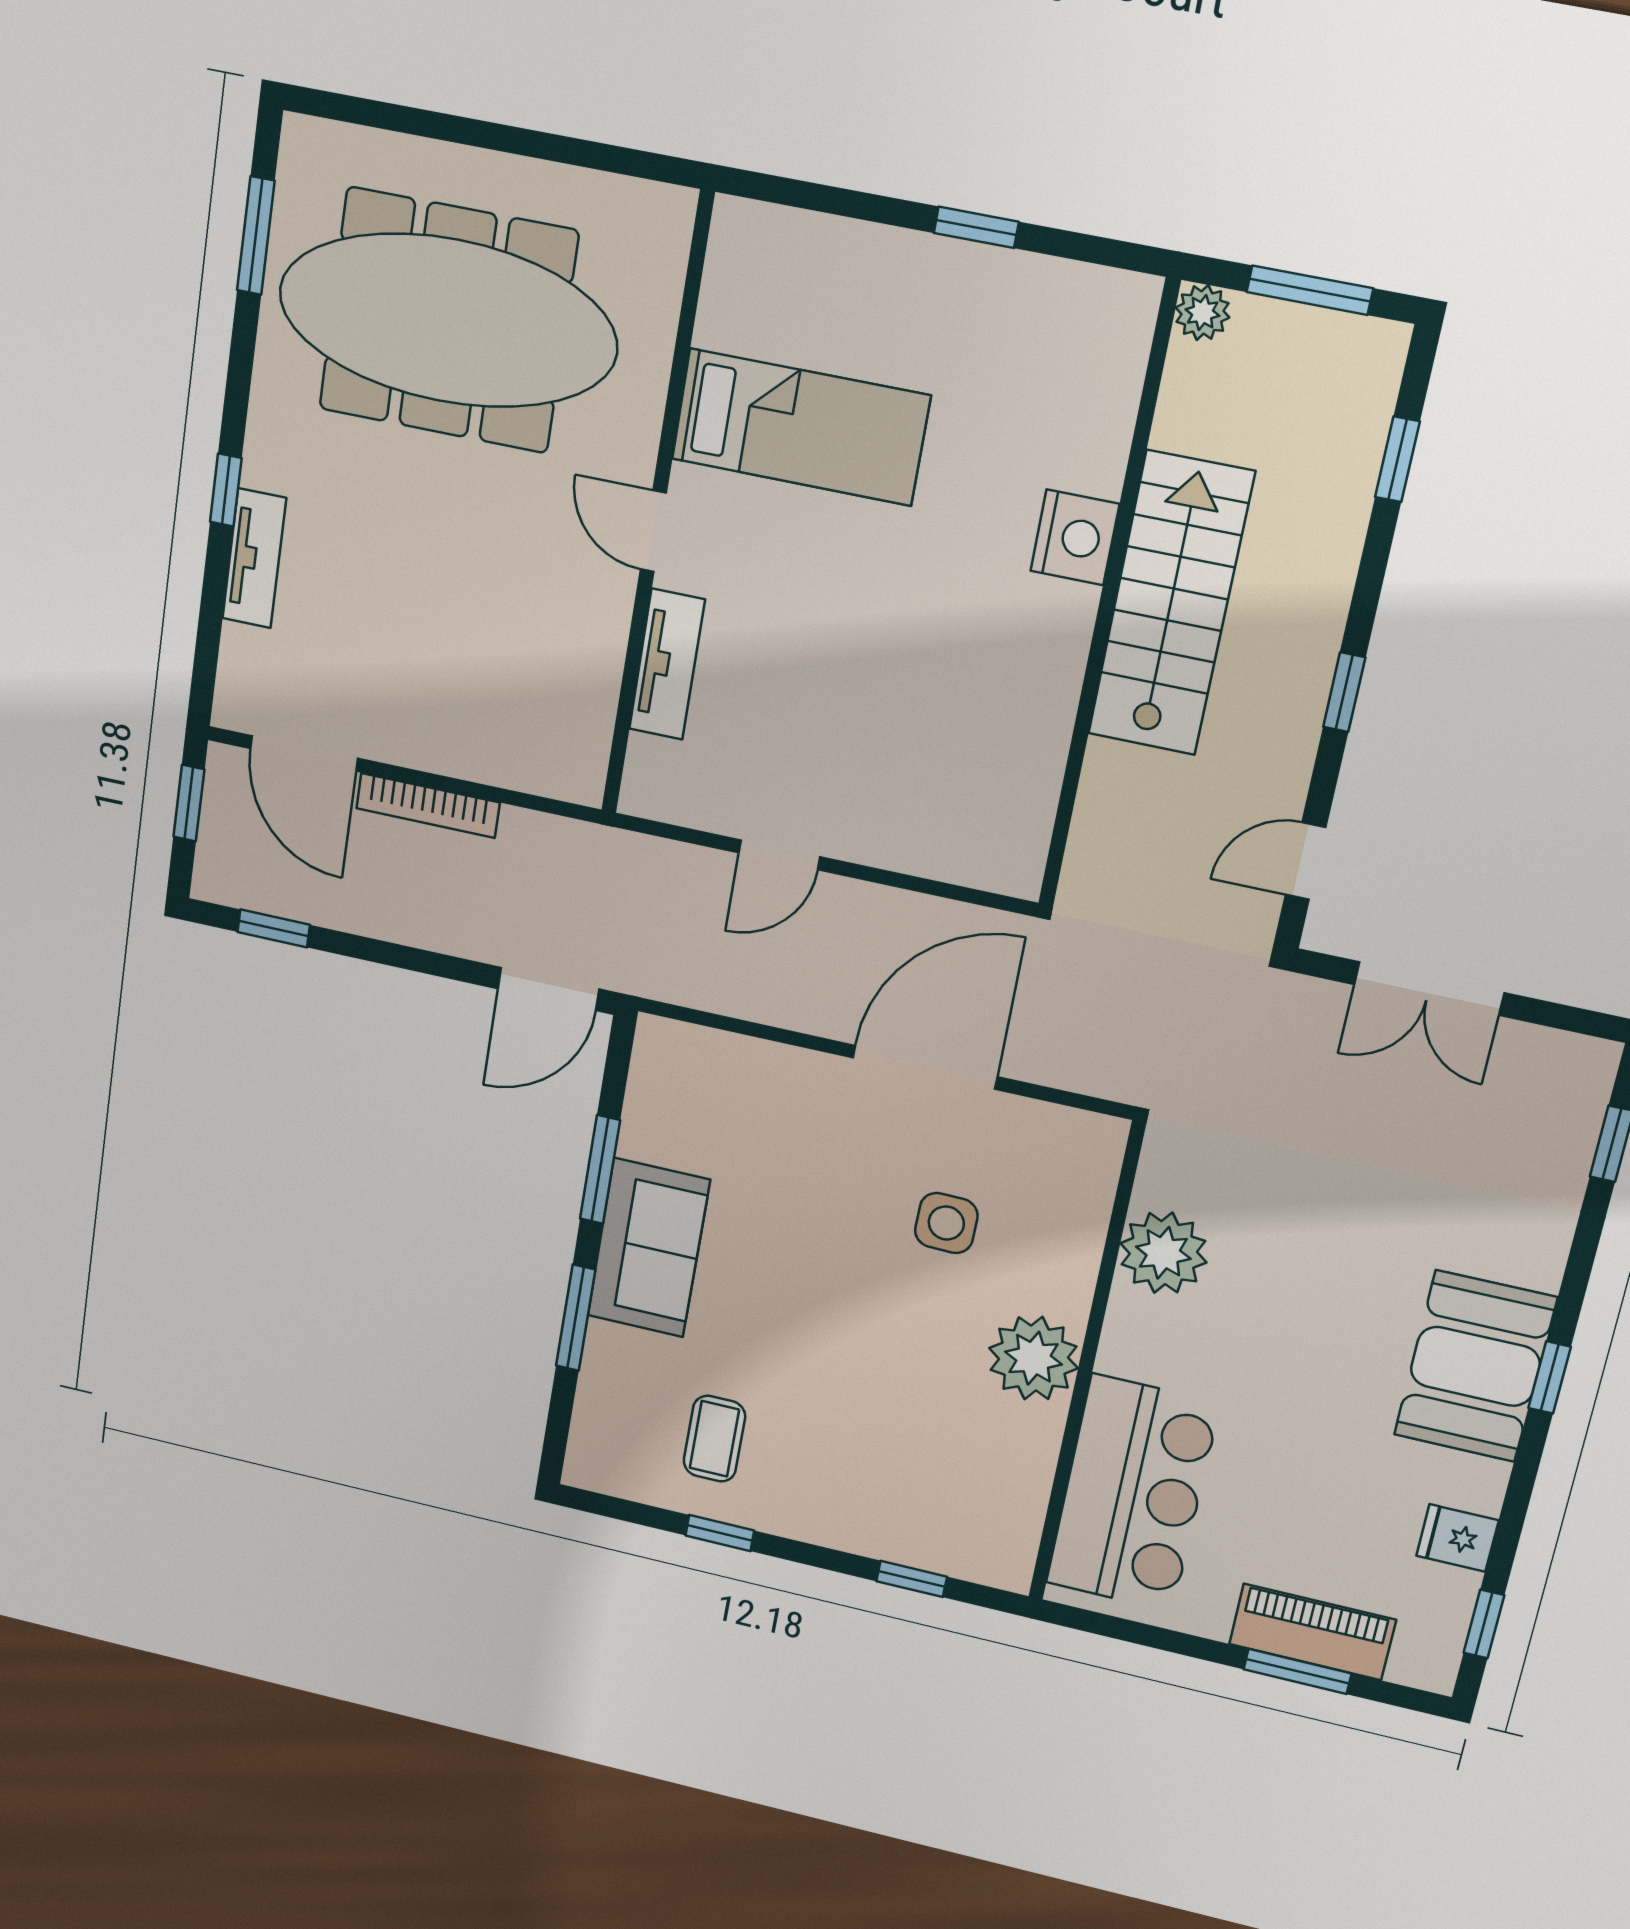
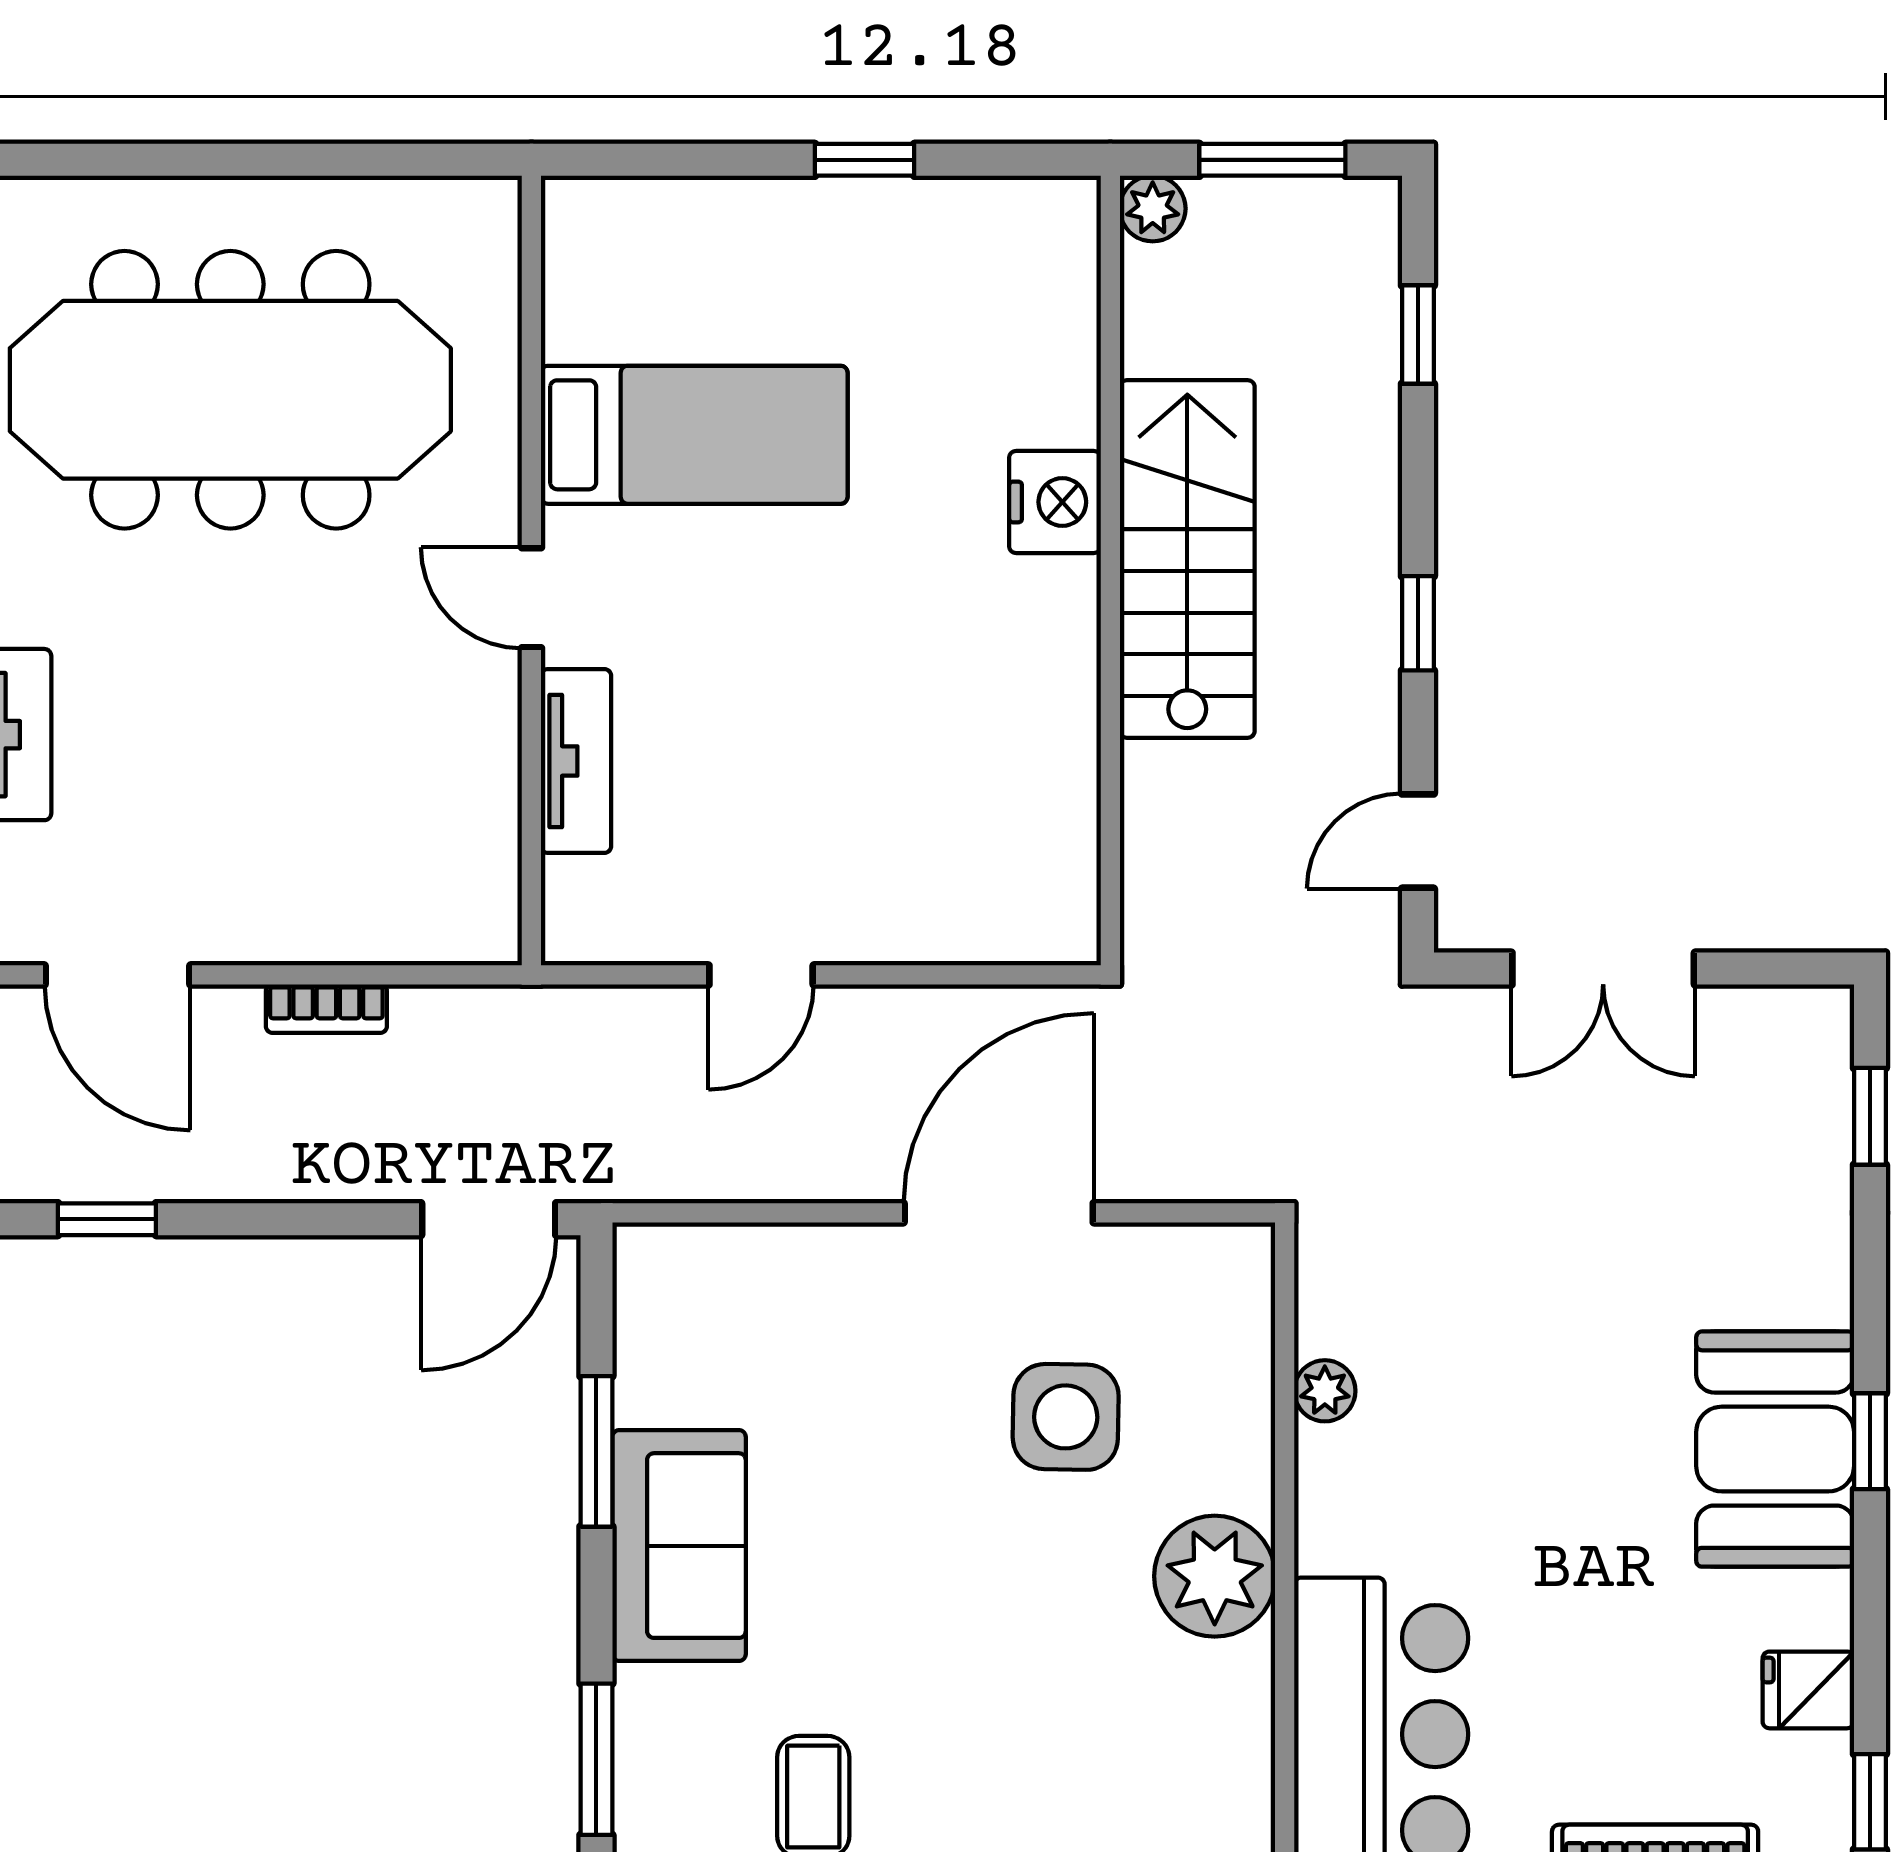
bookcase: (428, 805) -> (326, 1009), width x0.64
side table: (946, 1223) -> (1066, 1417), width x1.37, depth x1.37
plant: (1163, 1253) -> (1325, 1391), width x0.53, depth x0.53
window: (576, 1318) -> (596, 1759), moved

